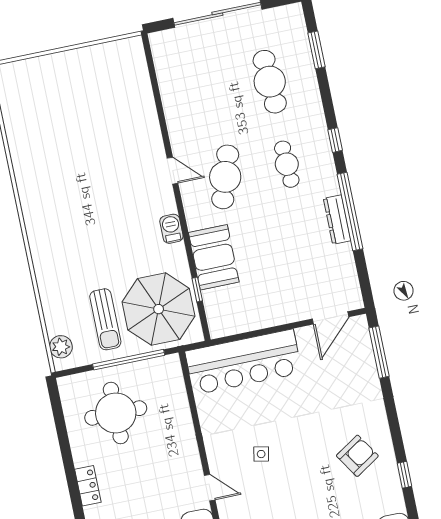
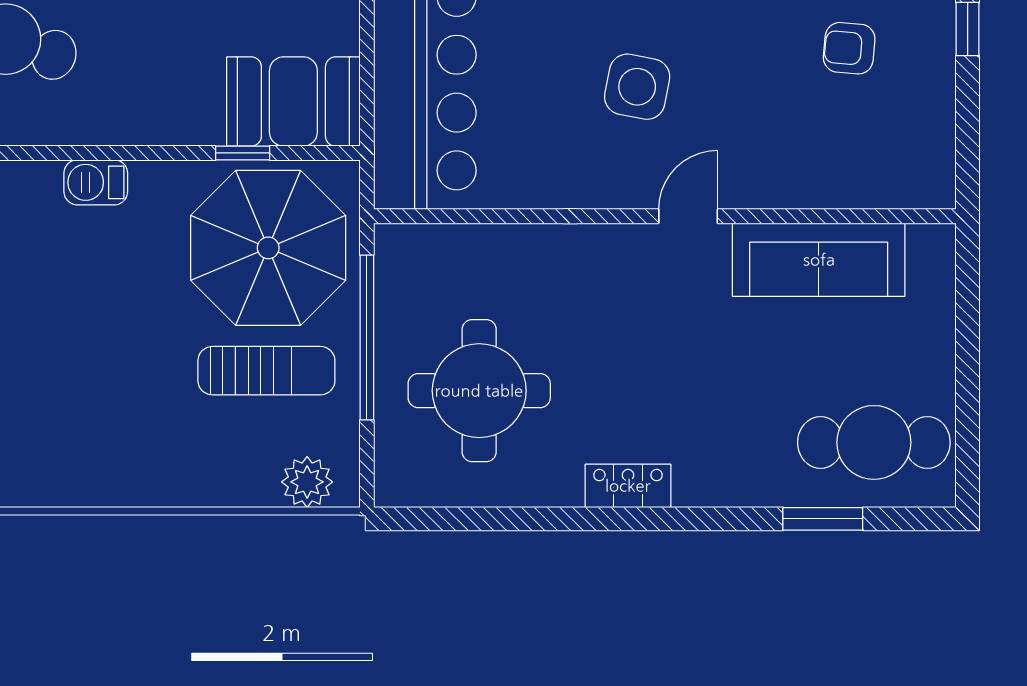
booth: (214, 257) -> (293, 102), moved
side table: (261, 454) -> (637, 87), width x1.87, depth x1.87

